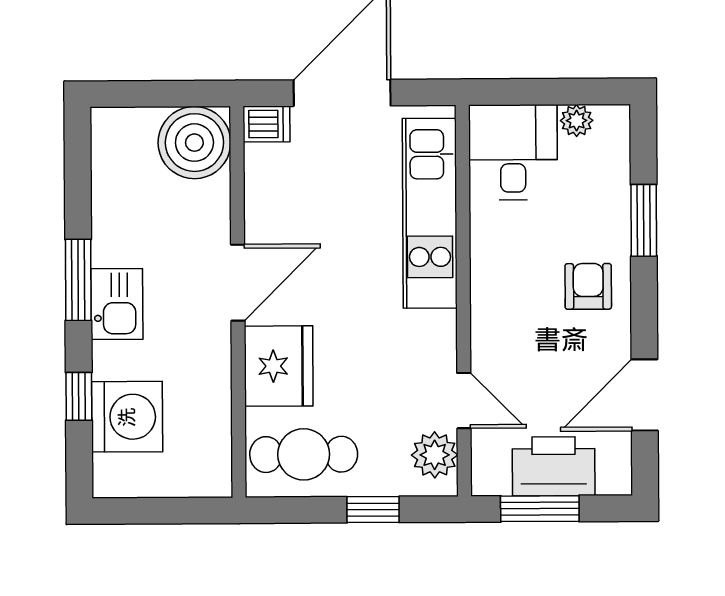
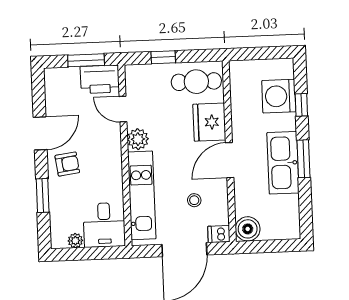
boiler: (194, 143) -> (248, 229), width x0.73, depth x0.73
stool: (317, 199) -> (194, 200), added
armchair: (588, 286) -> (67, 164), turned -98
kitchen sink: (117, 304) -> (283, 163), width x1.88, depth x1.24
door: (645, 395) -> (40, 133), moved
plant: (435, 455) -> (138, 139), moved
printer: (554, 466) -> (100, 79), moved

